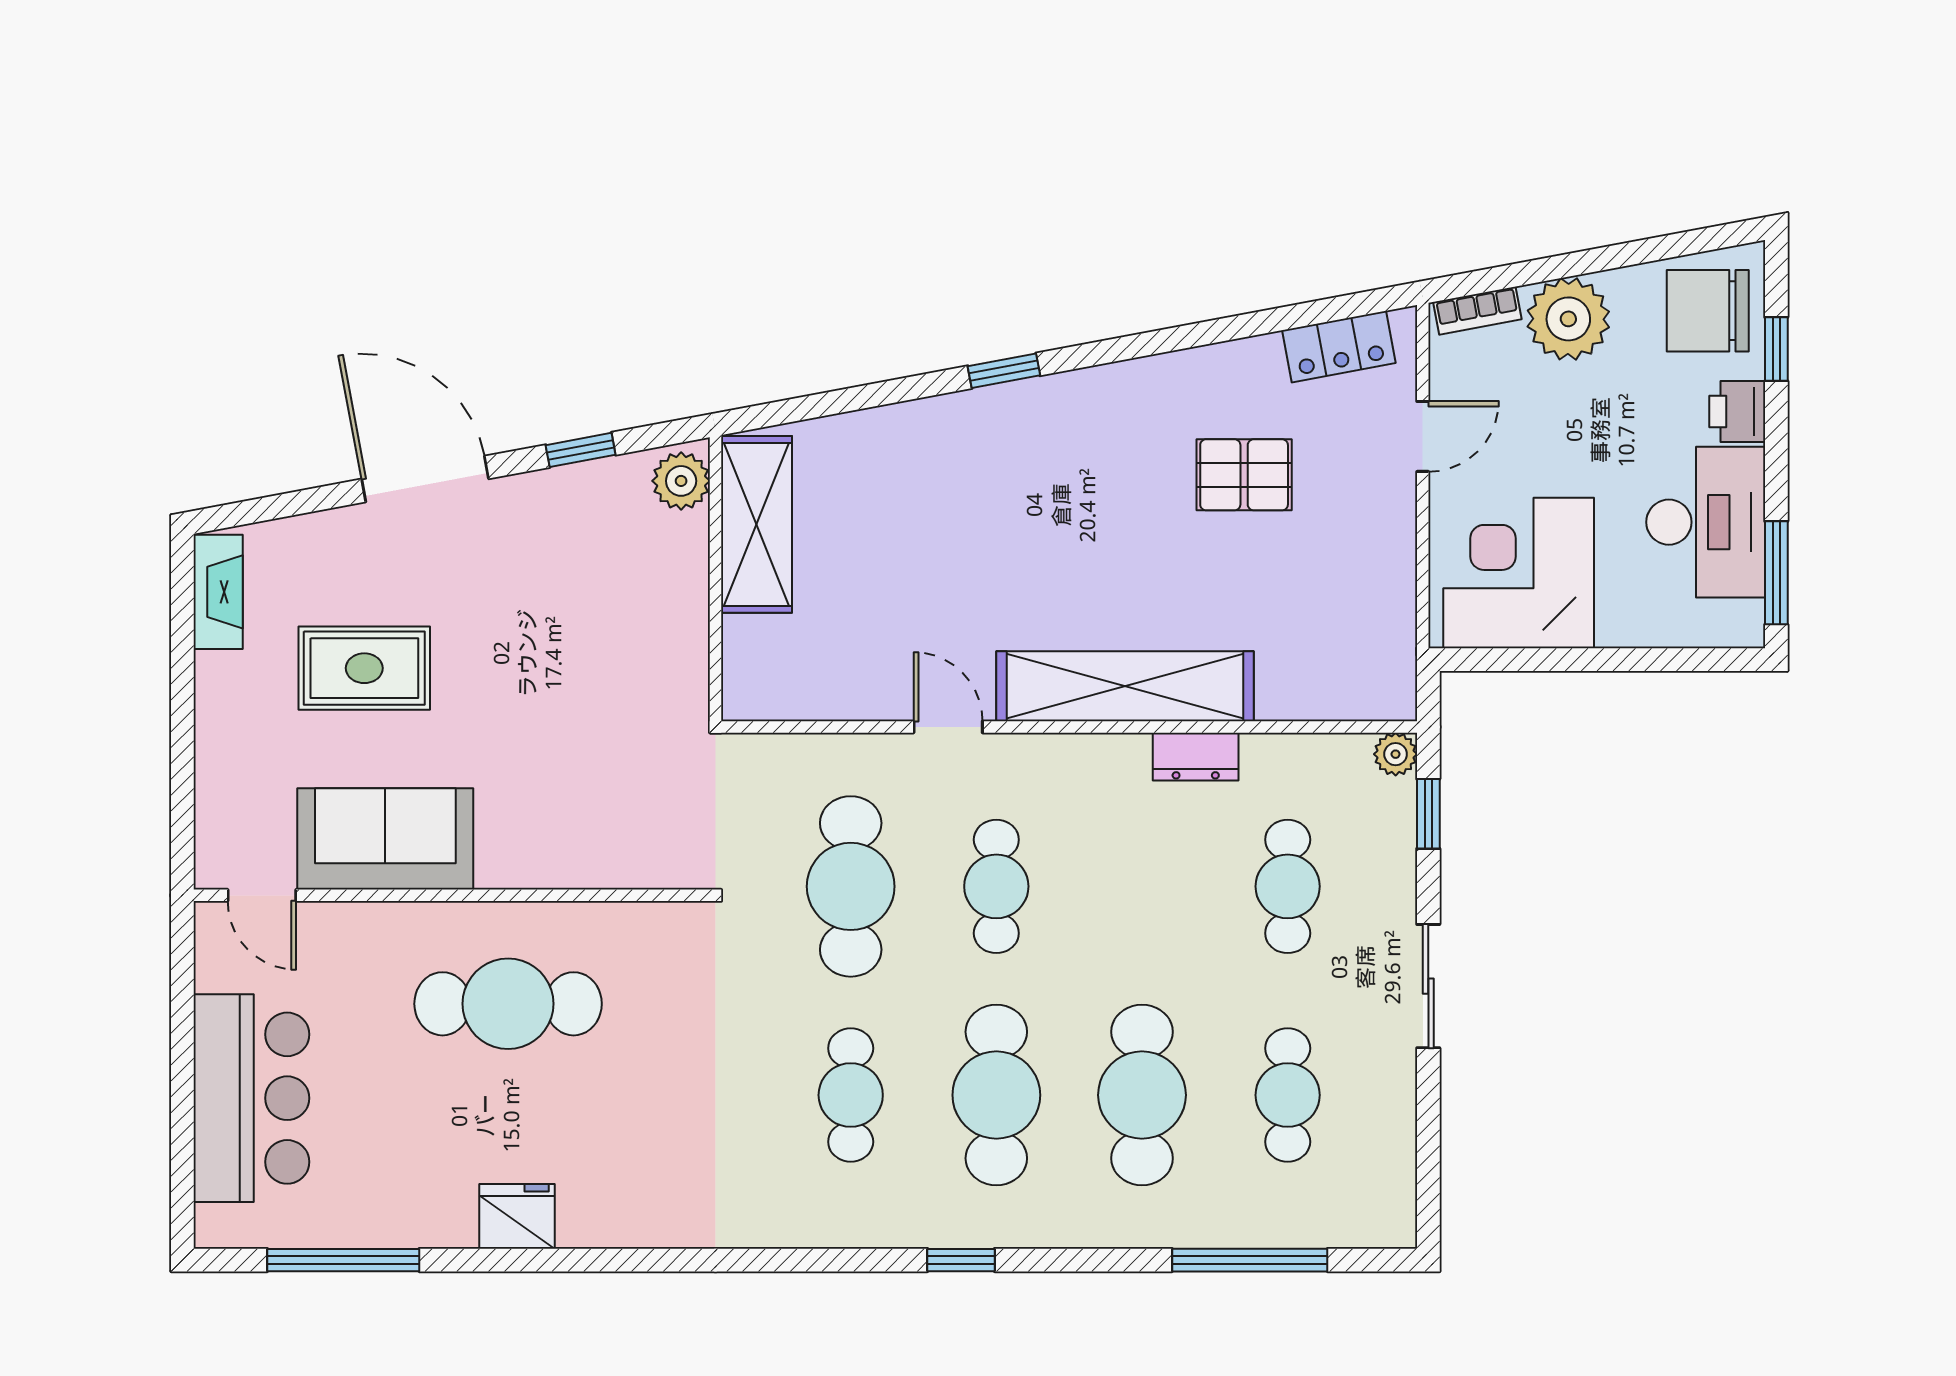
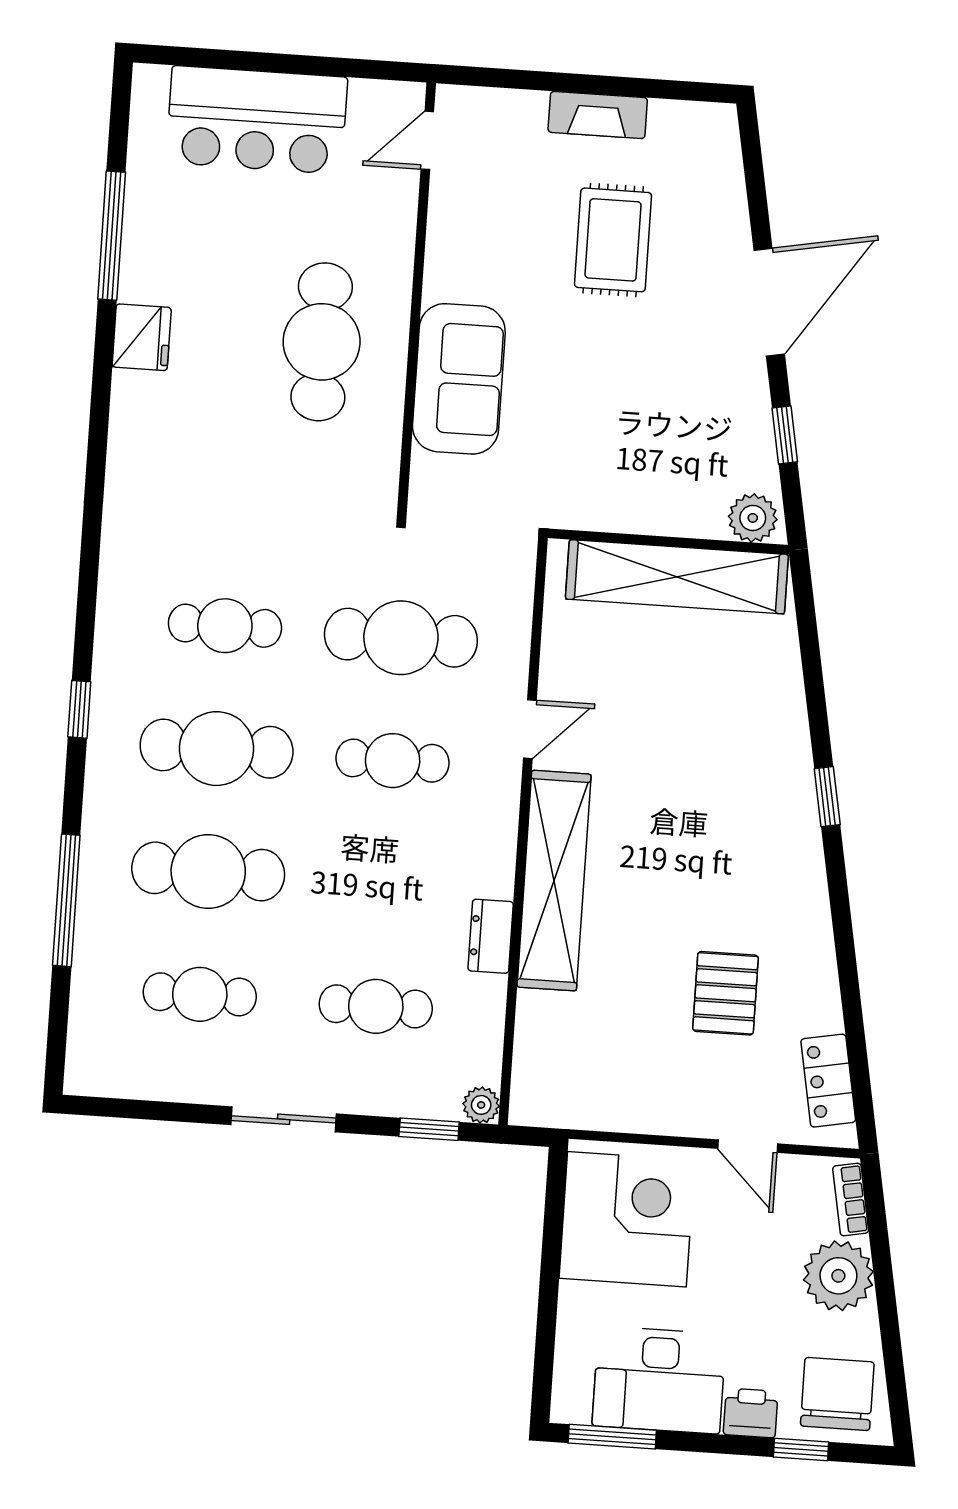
shelving: (757, 524) -> (677, 577), width x1.47
fireplace: (218, 592) -> (598, 115), moved
sofa: (385, 839) -> (459, 379), moved
window: (343, 1260) -> (112, 236), moved
window: (1250, 1260) -> (66, 900), moved

